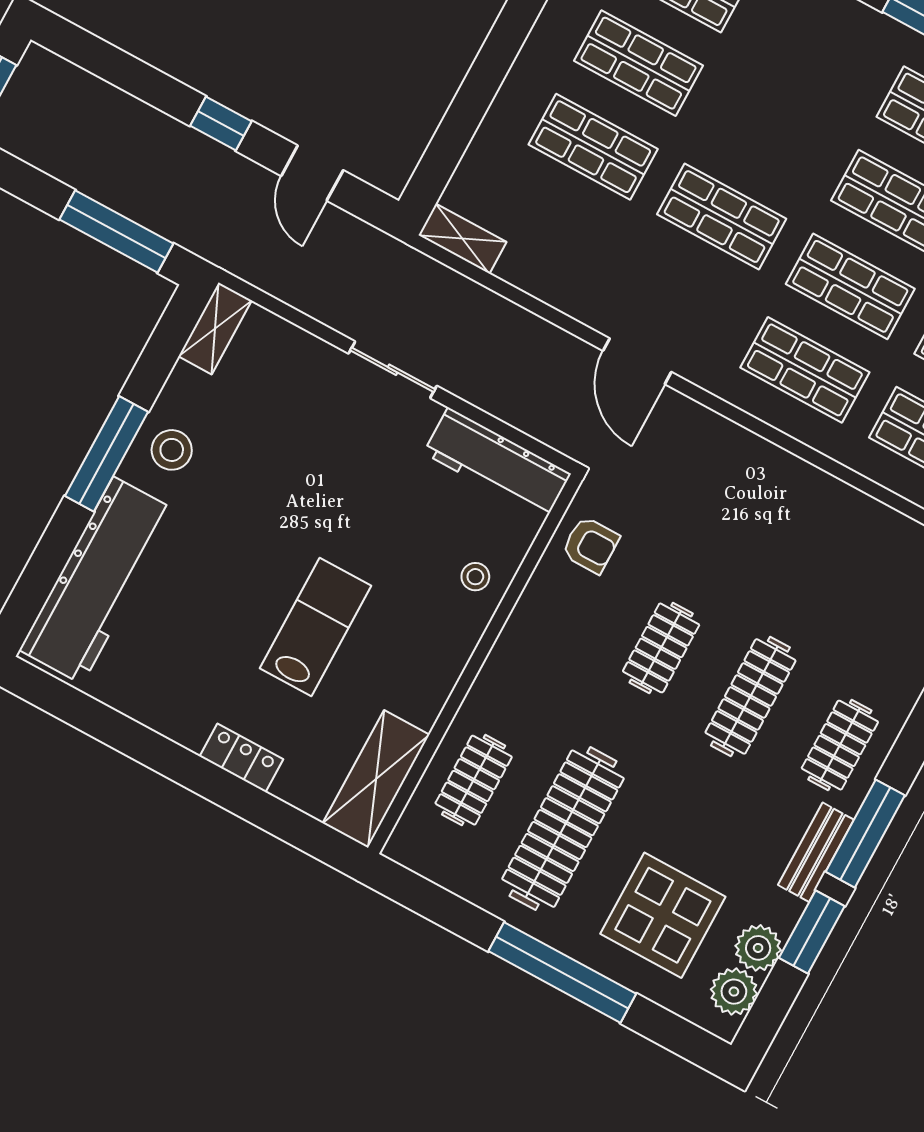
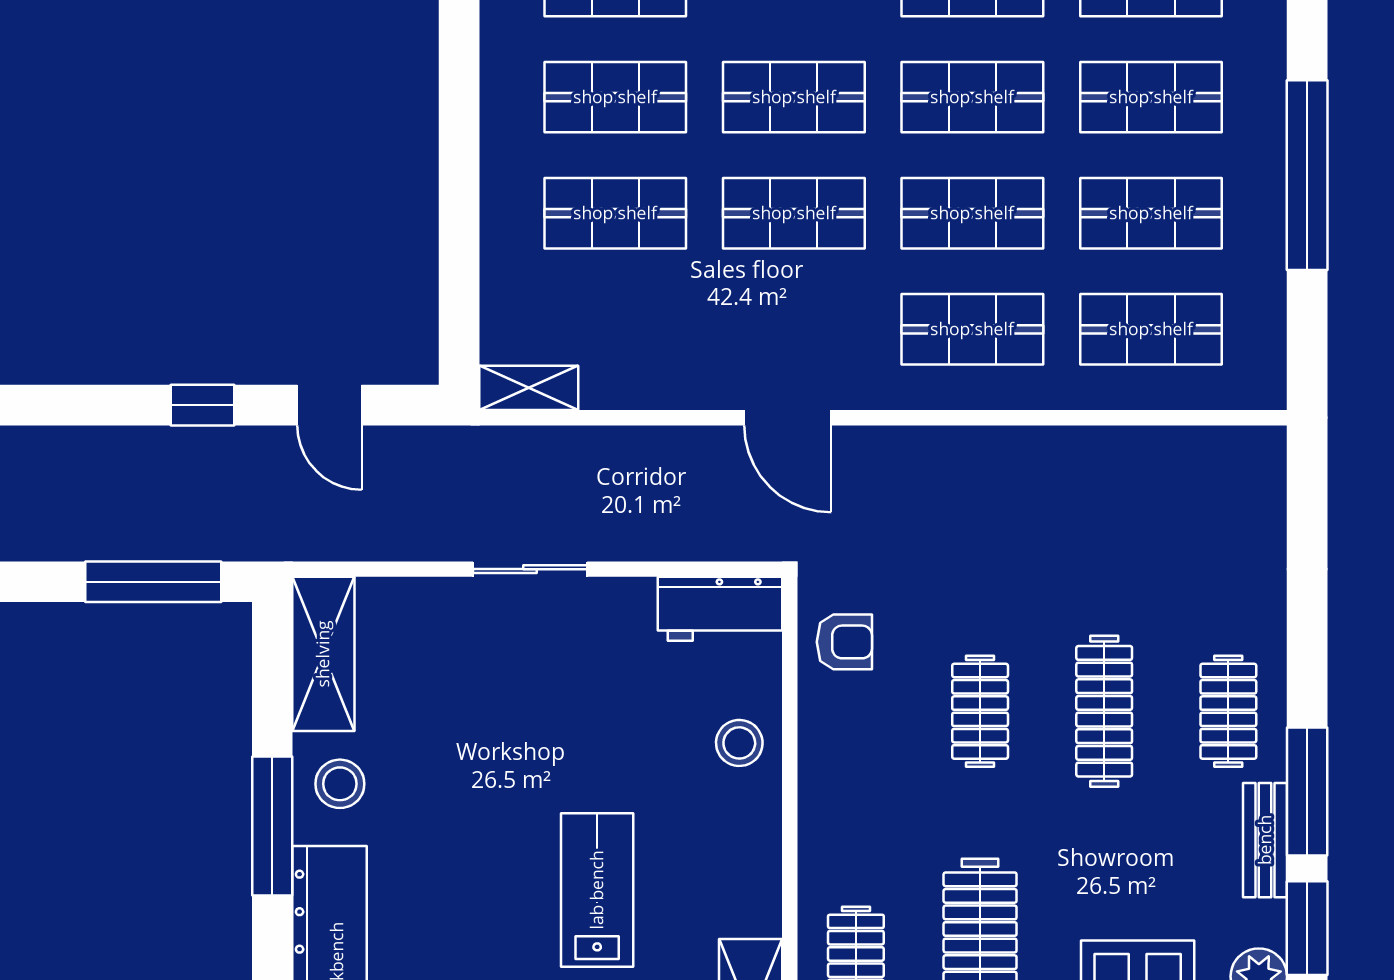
shop shelf: (767, 133) -> (794, 97), added
shelving: (215, 328) -> (323, 654), width x1.50, depth x1.33
workbench: (497, 463) -> (720, 609), width x0.73
stool: (475, 577) -> (739, 743), width x1.37, depth x1.37

